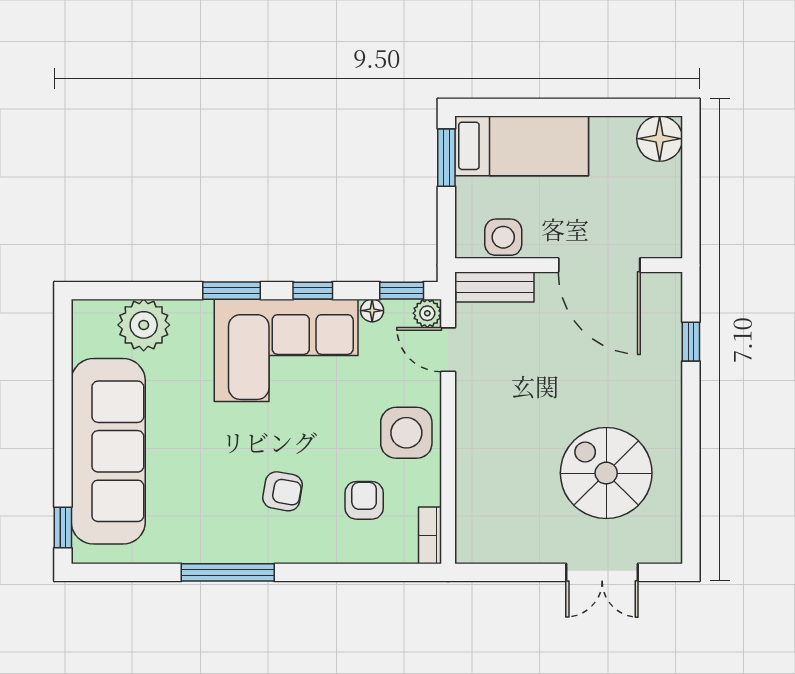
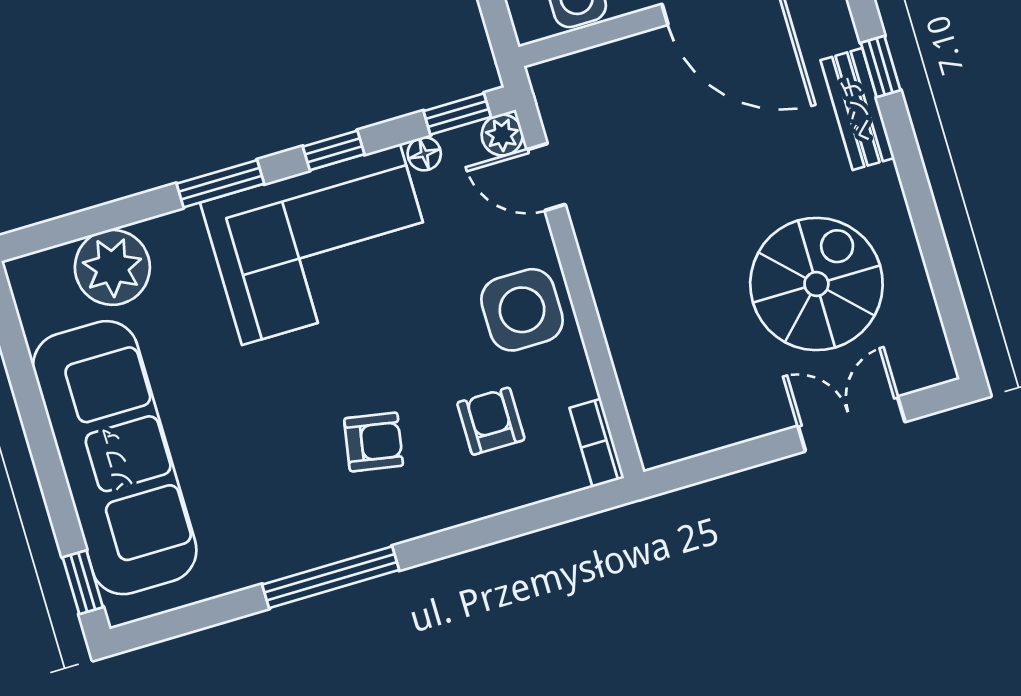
bench: (494, 287) -> (857, 109), moved, turned 90
spiral stairs: (606, 473) -> (816, 284), turned 90
double door: (602, 572) -> (851, 424), swing flipped

